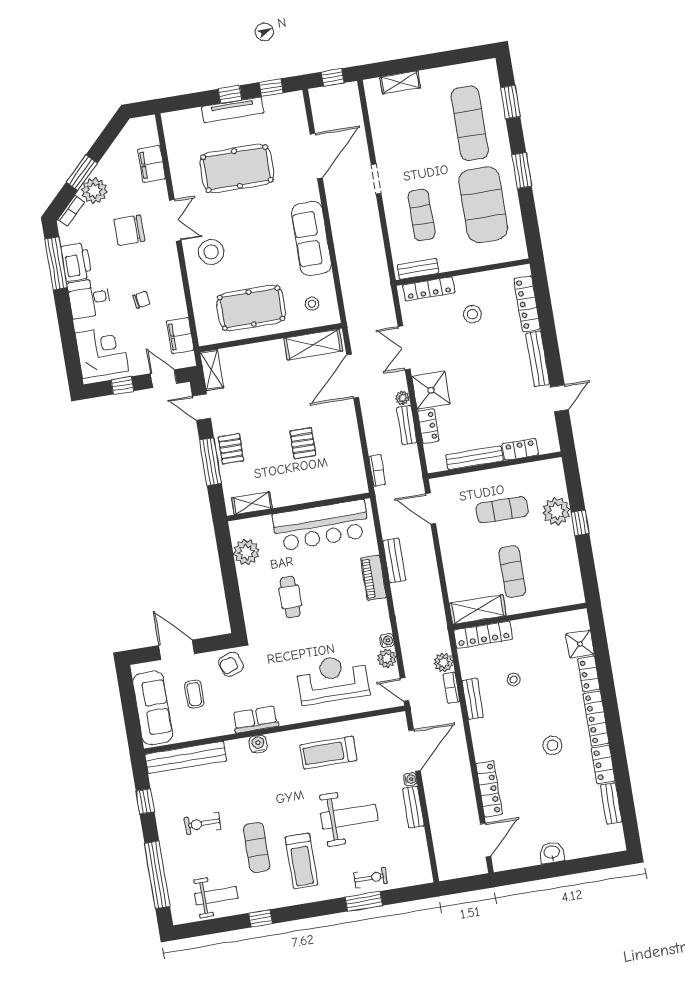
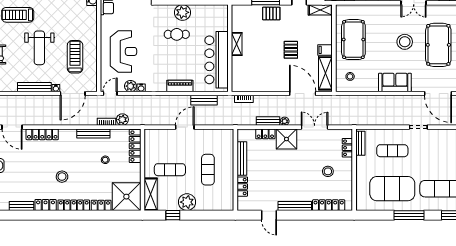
window: (522, 170) -> (409, 215), width x1.44
sofa: (311, 239) -> (395, 82), width x0.73
stool: (211, 252) -> (405, 42), moved
locker: (429, 289) -> (347, 148), width x0.66
filing cabinet: (276, 351) -> (325, 50), added
pallet: (303, 443) -> (291, 50), moved, turned 90
shelving: (252, 503) -> (237, 44), moved
door: (431, 509) -> (185, 127), moved
plant: (556, 511) -> (187, 202), moved
window: (580, 523) -> (173, 215), moved
plant: (246, 552) -> (182, 12), moved
bench: (394, 560) -> (204, 100), moved
shelving: (478, 610) -> (151, 194), moved
shower: (580, 644) -> (126, 197), width x1.86, depth x1.86
bench: (473, 699) -> (93, 133), width x1.36
door: (415, 750) -> (73, 94), hinge flipped
treadmill: (329, 753) -> (75, 57), moved
bench: (413, 807) -> (34, 87), width x1.36

